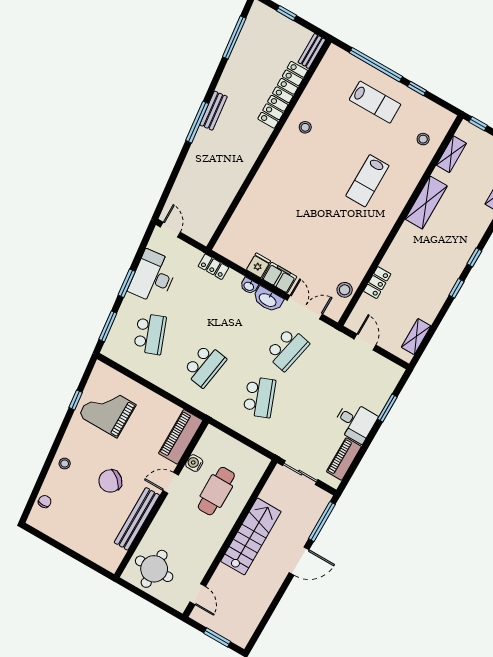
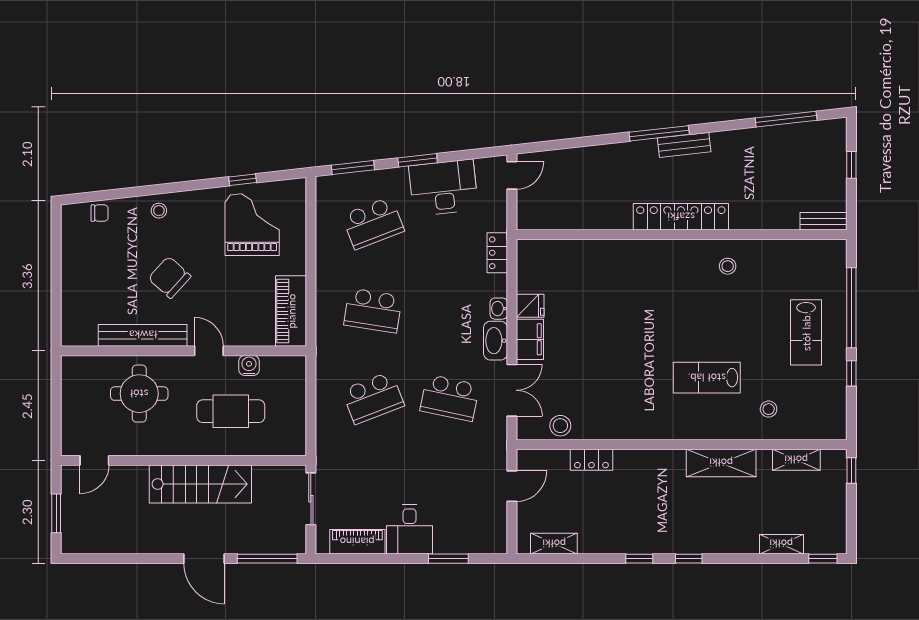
locker: (283, 95) -> (681, 217), moved
stool: (423, 139) -> (769, 409), moved
piano: (181, 437) -> (291, 311), moved, turned -90
round table: (154, 569) -> (139, 394), moved

